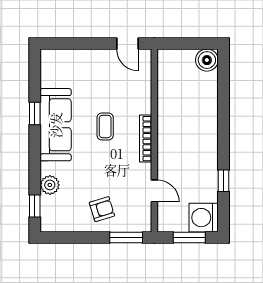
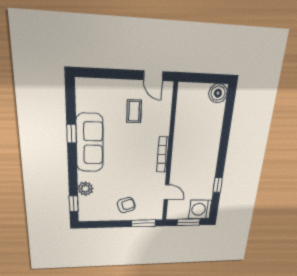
coffee table: (105, 126) -> (134, 111), moved

